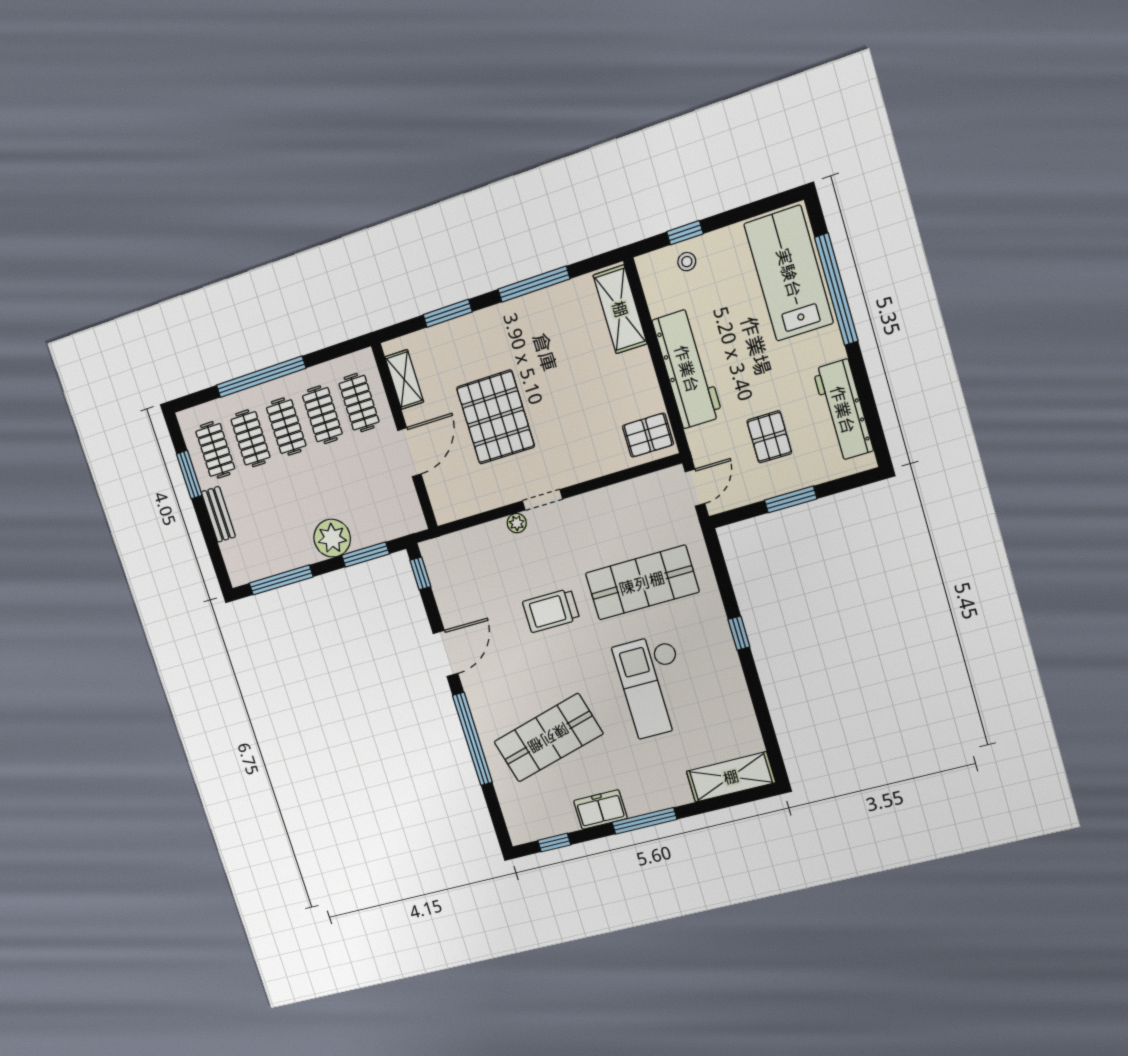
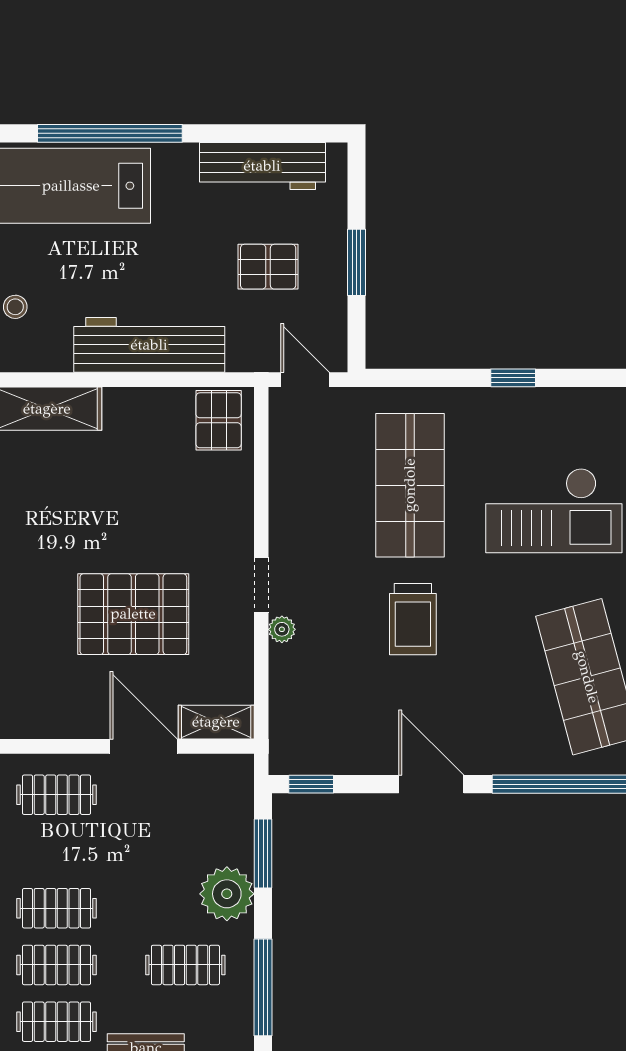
shelving: (404, 379) -> (216, 722), moved
clothes rail: (322, 415) -> (185, 965), moved

